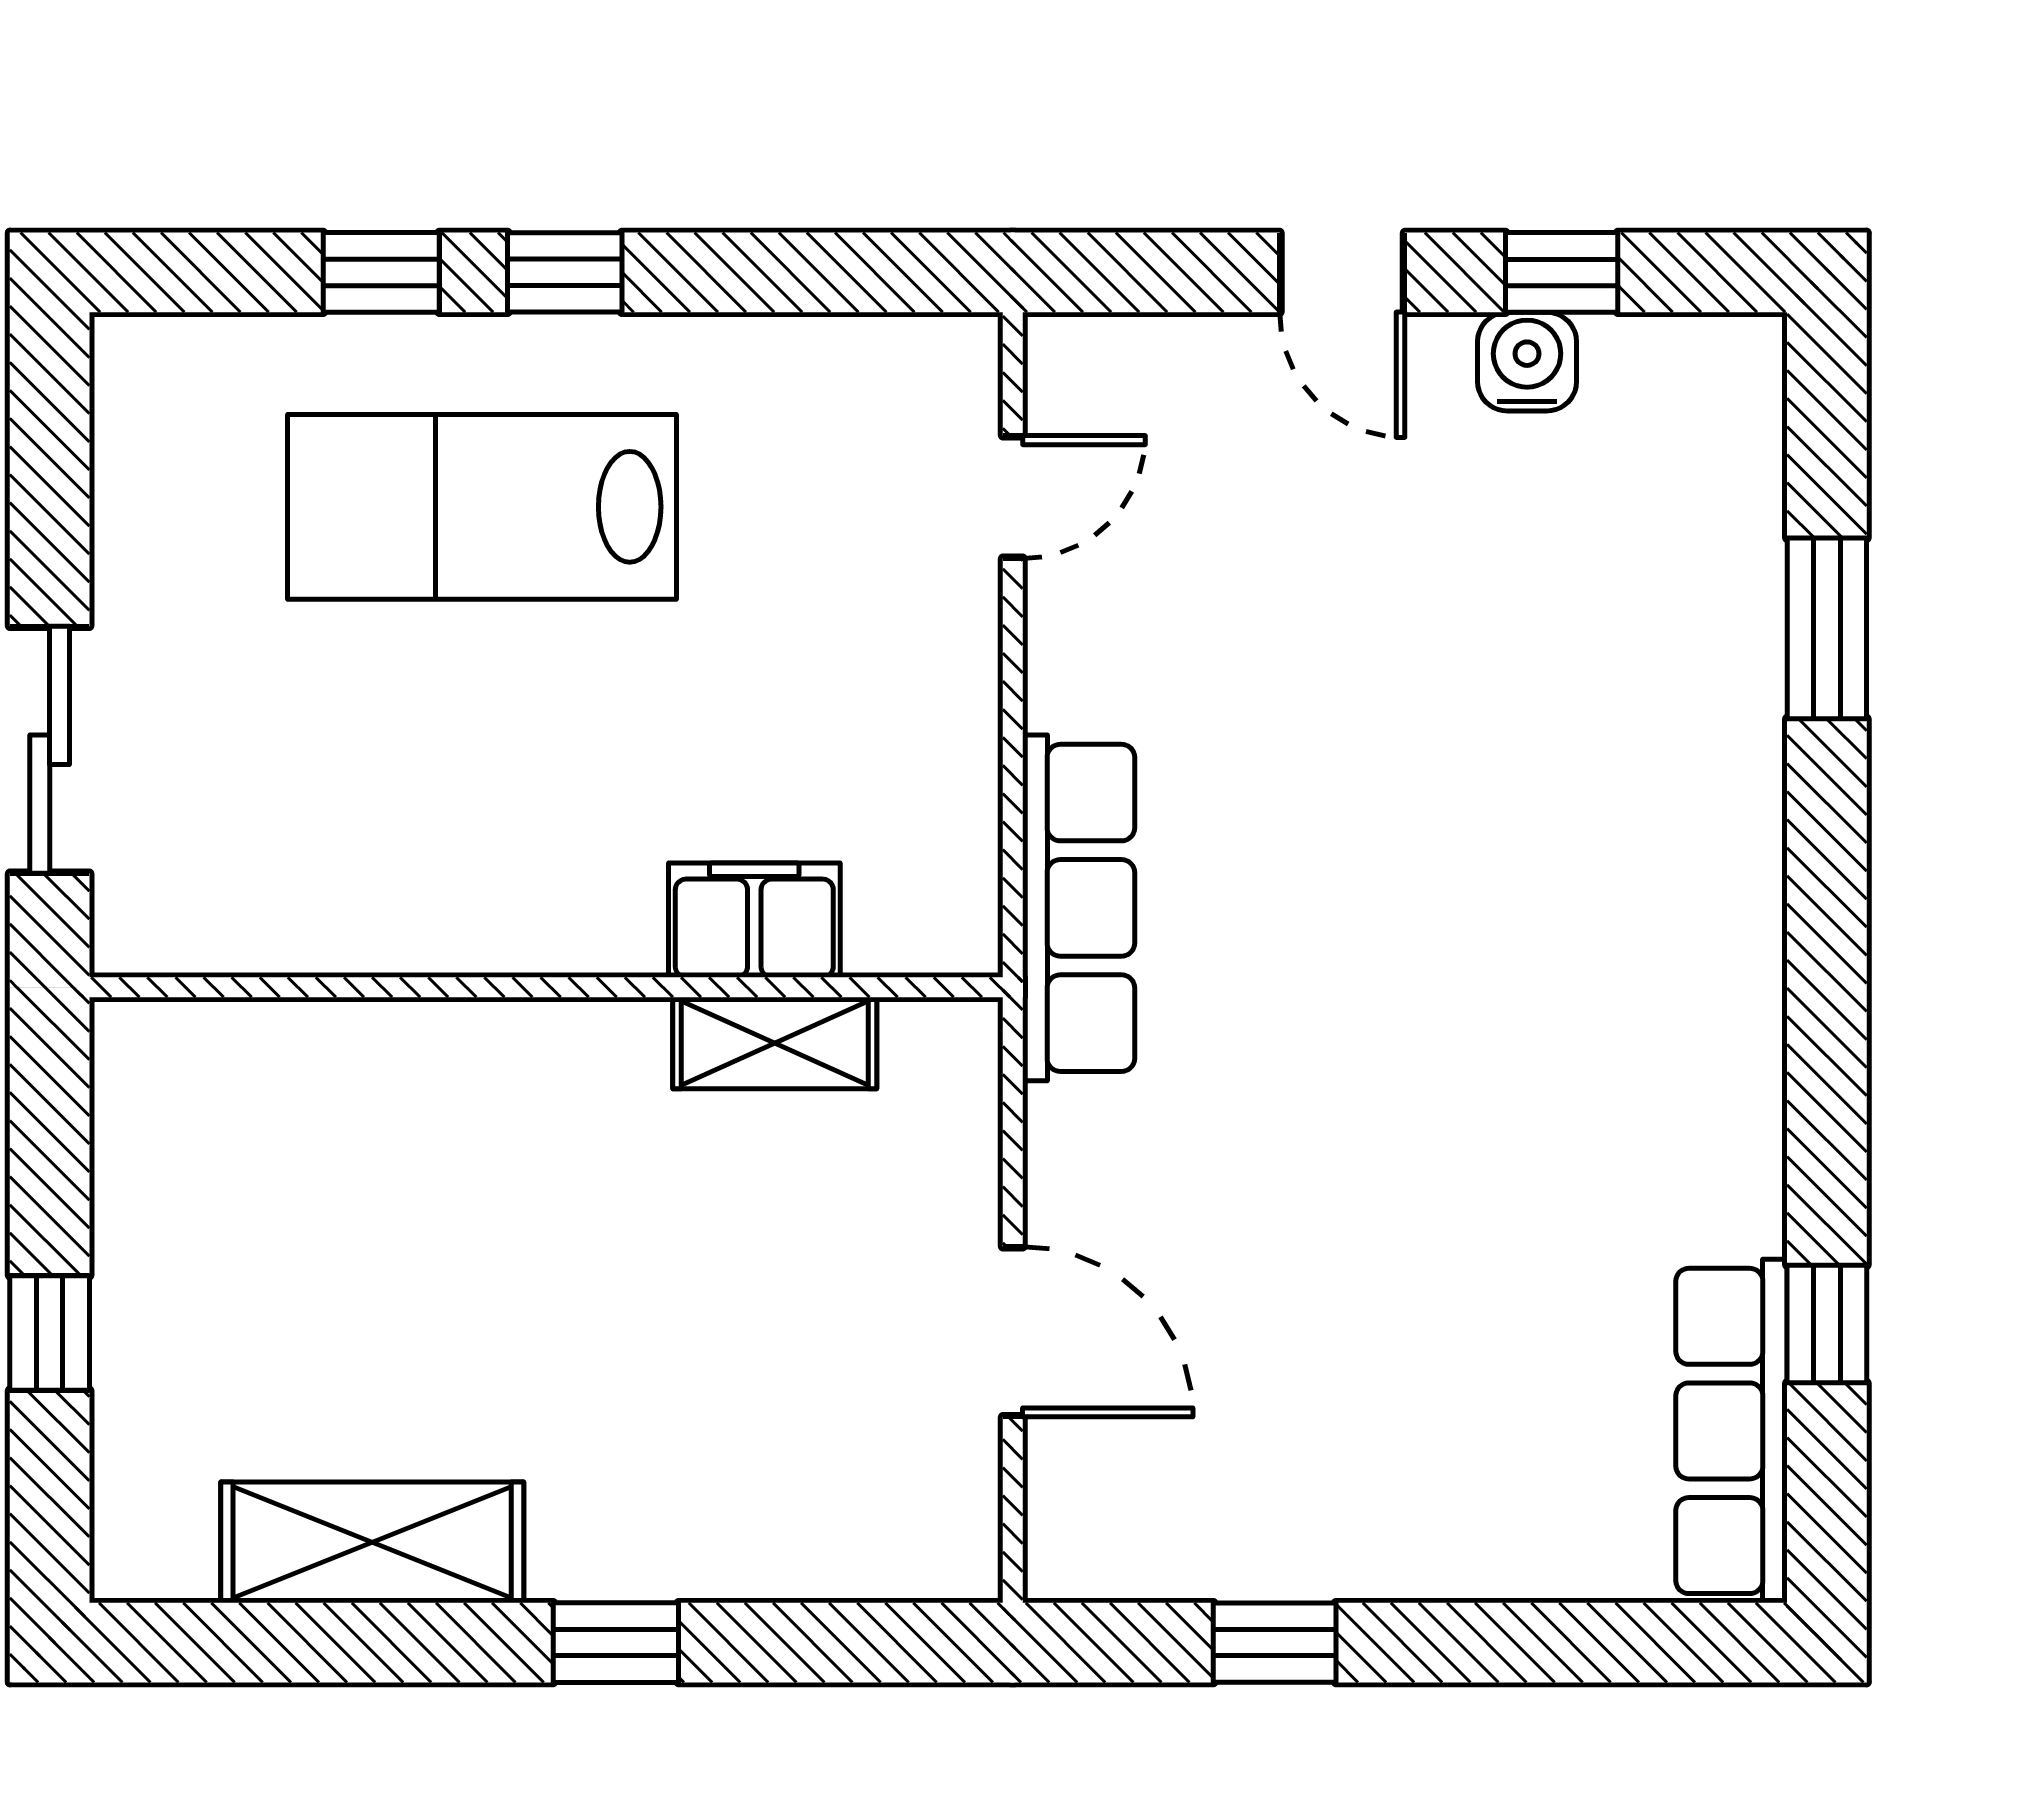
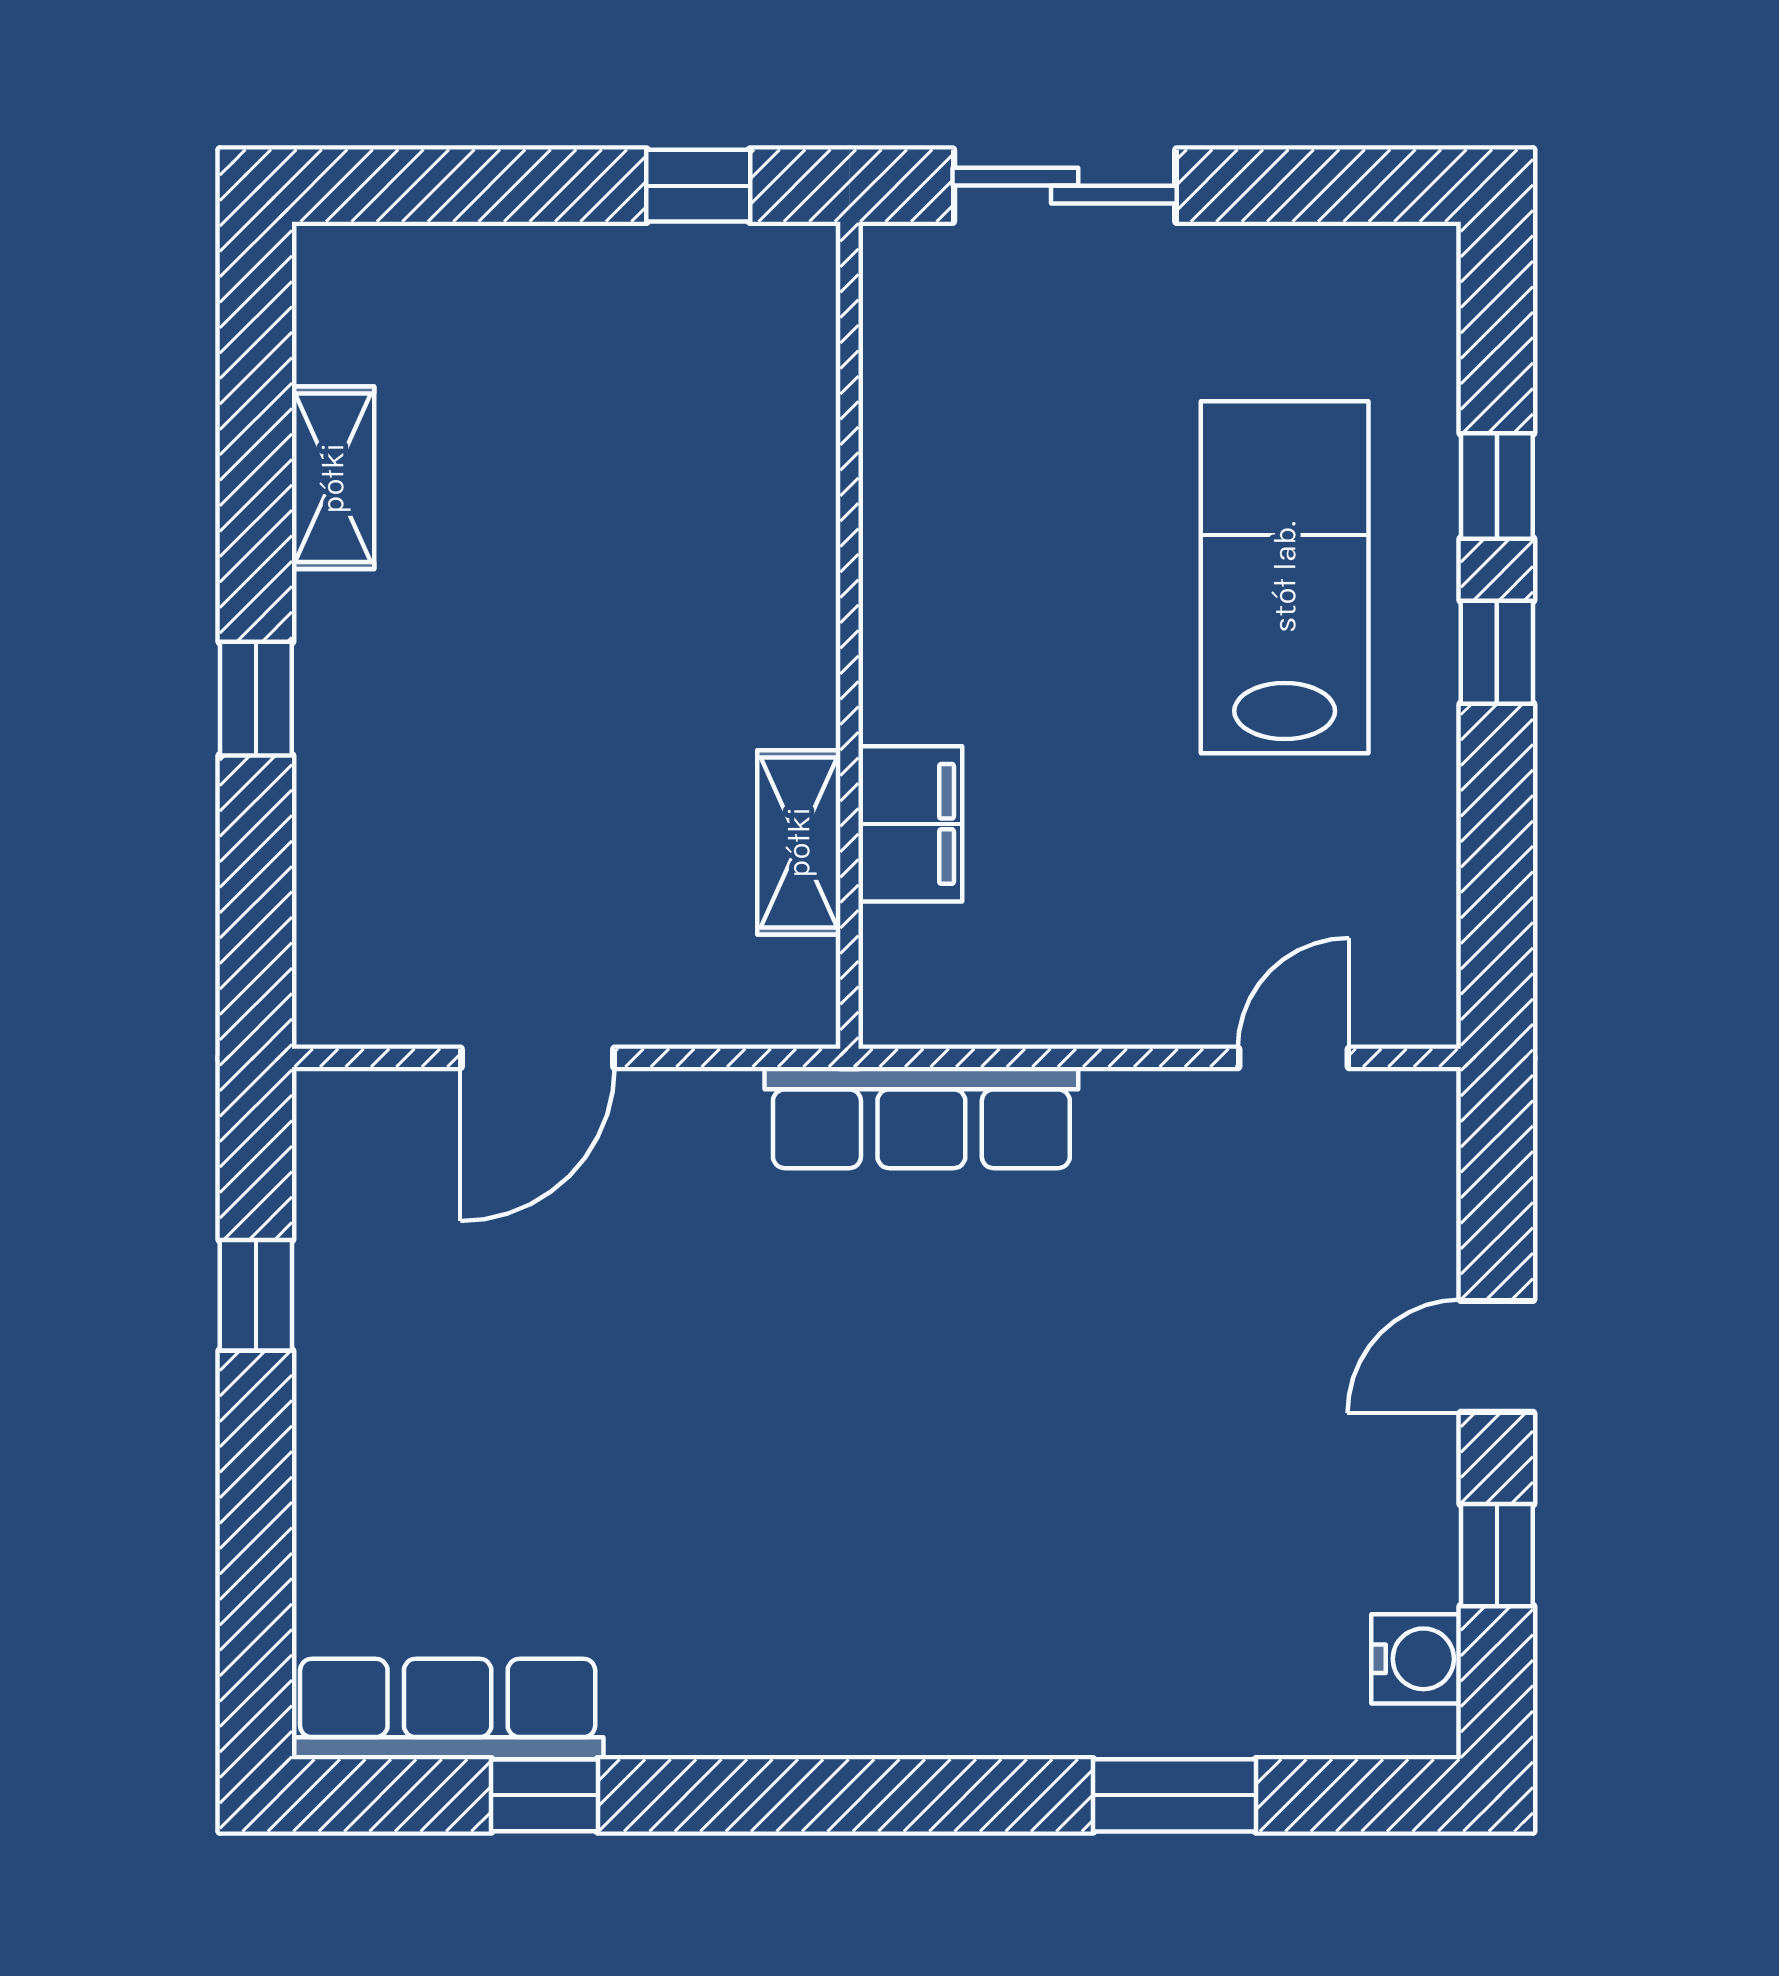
water cooler: (1527, 362) -> (1416, 1659), moved
door: (1013, 497) -> (1293, 1058), swing flipped
window: (50, 1333) -> (698, 186), moved
shelving: (372, 1542) -> (333, 478), width x0.67, depth x0.75

